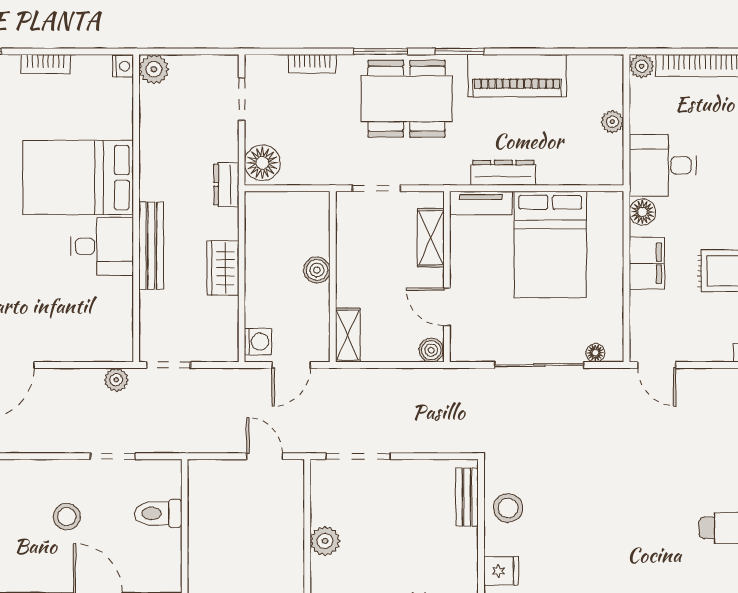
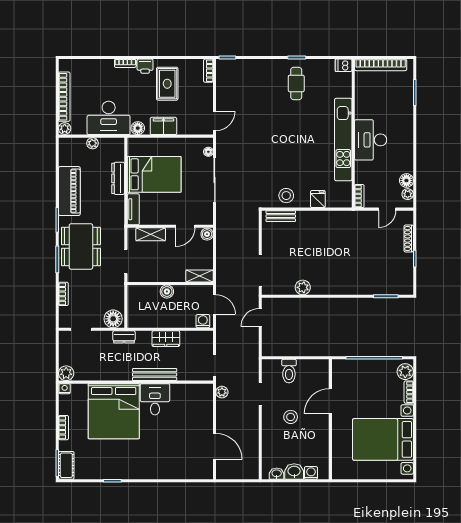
desk: (663, 165) -> (109, 118), width x1.37
dresser: (503, 173) -> (118, 178), moved
bed: (78, 178) -> (114, 411), width x1.36

